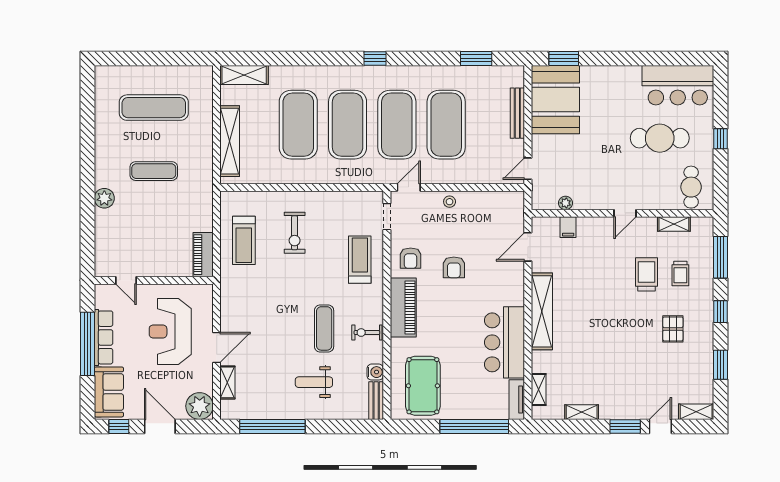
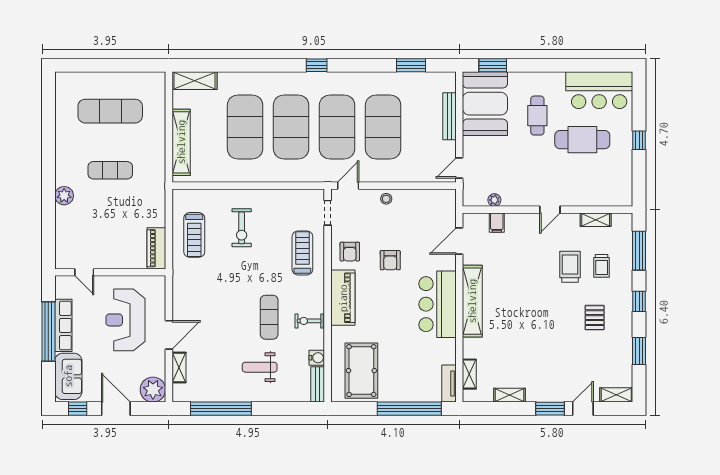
cafe table: (691, 187) -> (537, 116), moved
bar counter: (505, 342) -> (437, 304), moved

